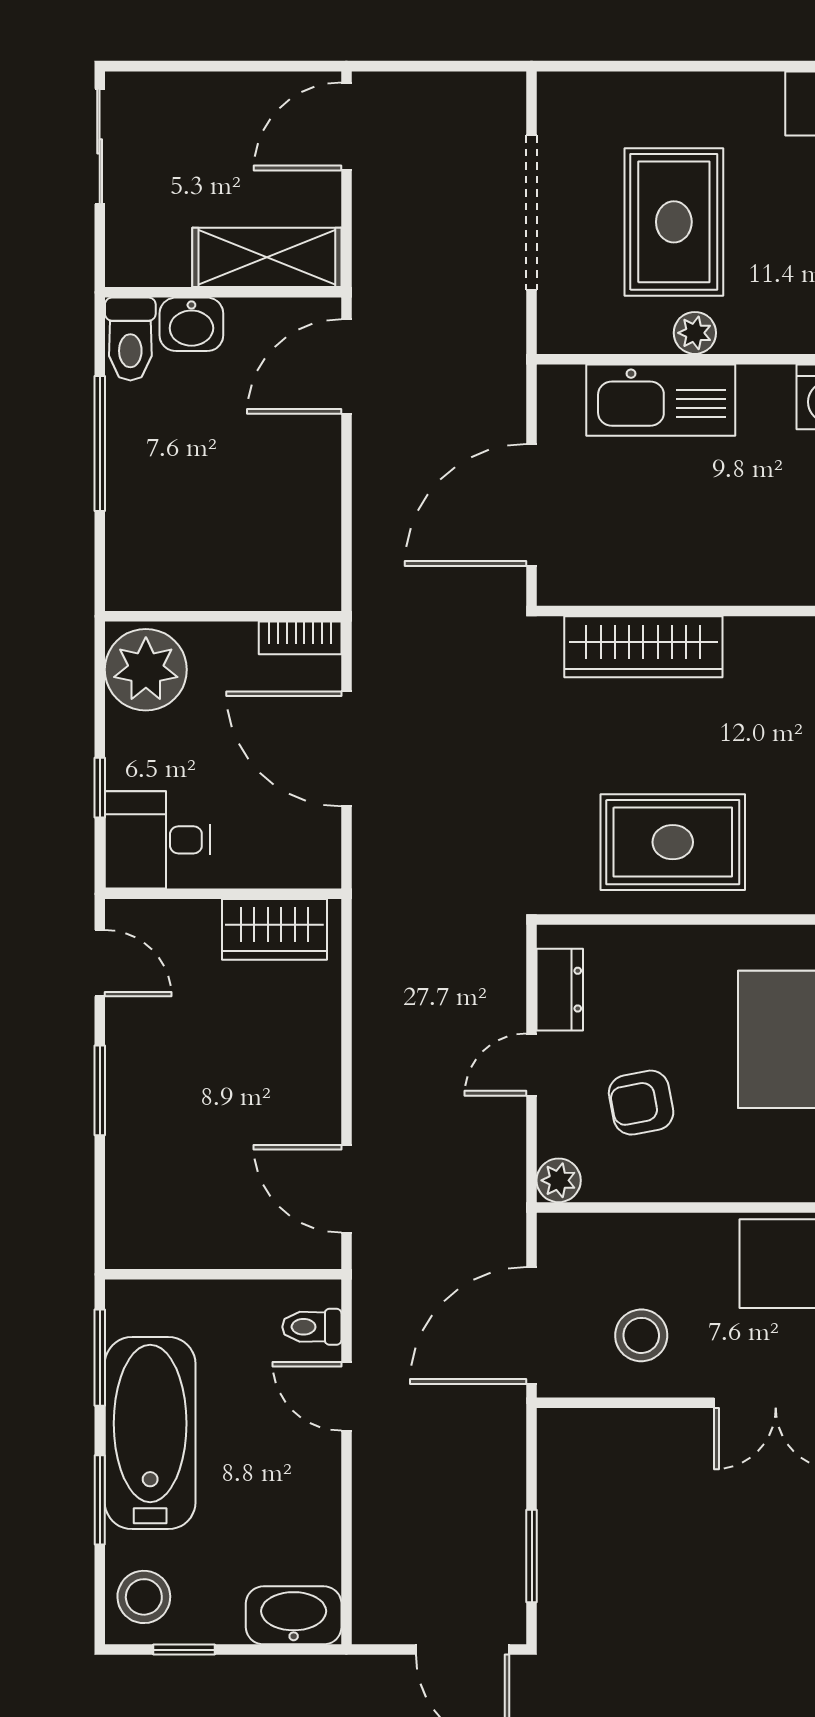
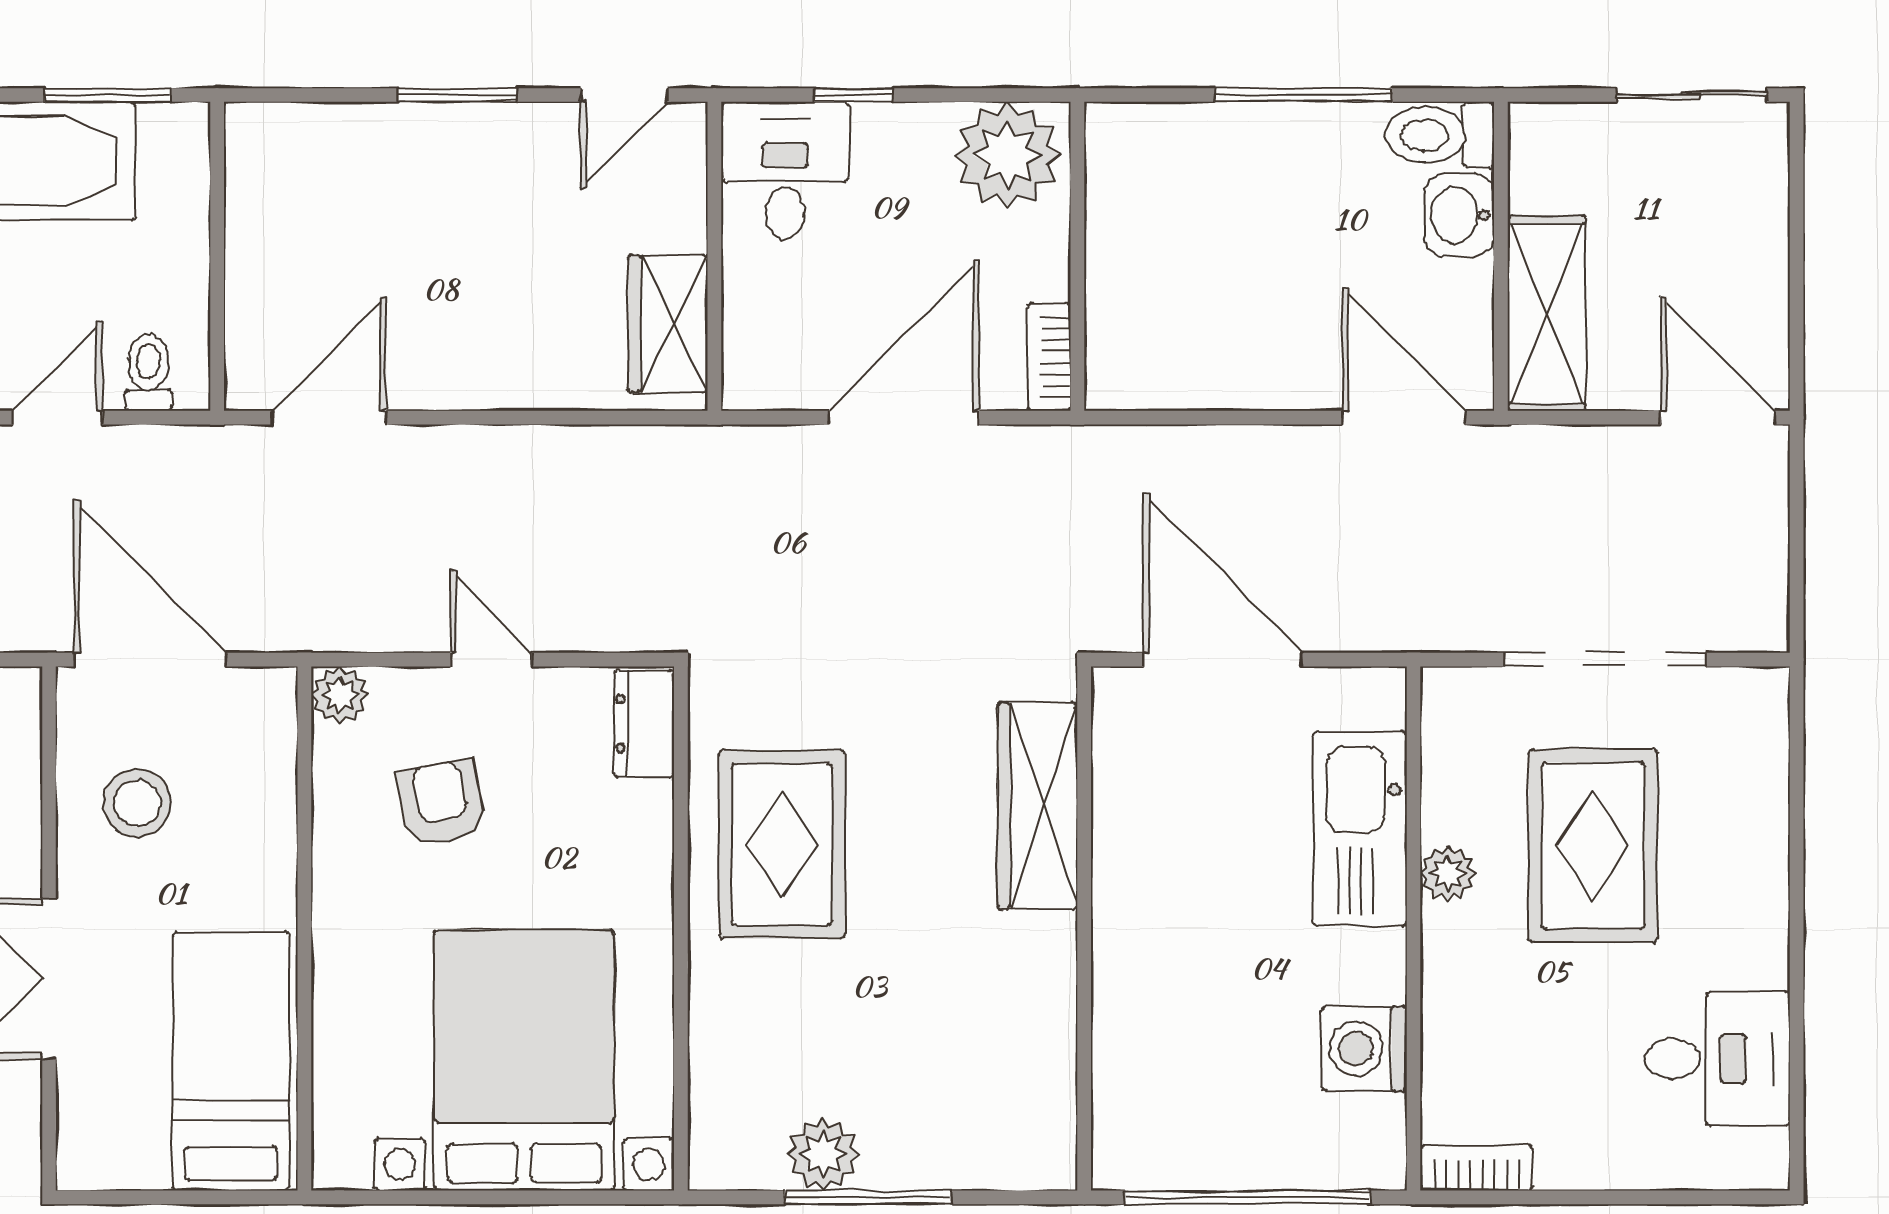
rug: (674, 222) -> (1593, 846), turned 90
dresser: (560, 990) -> (644, 723), moved, turned 90

